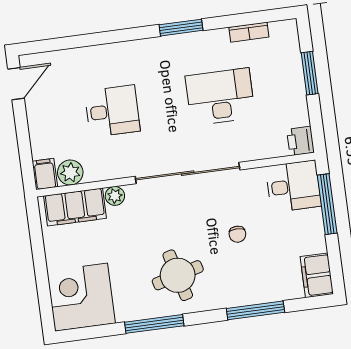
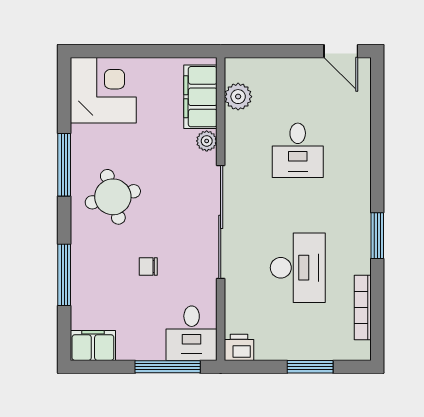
bookcase: (249, 32) -> (363, 308), width x1.56
filing cabinet: (45, 174) -> (240, 69), removed

